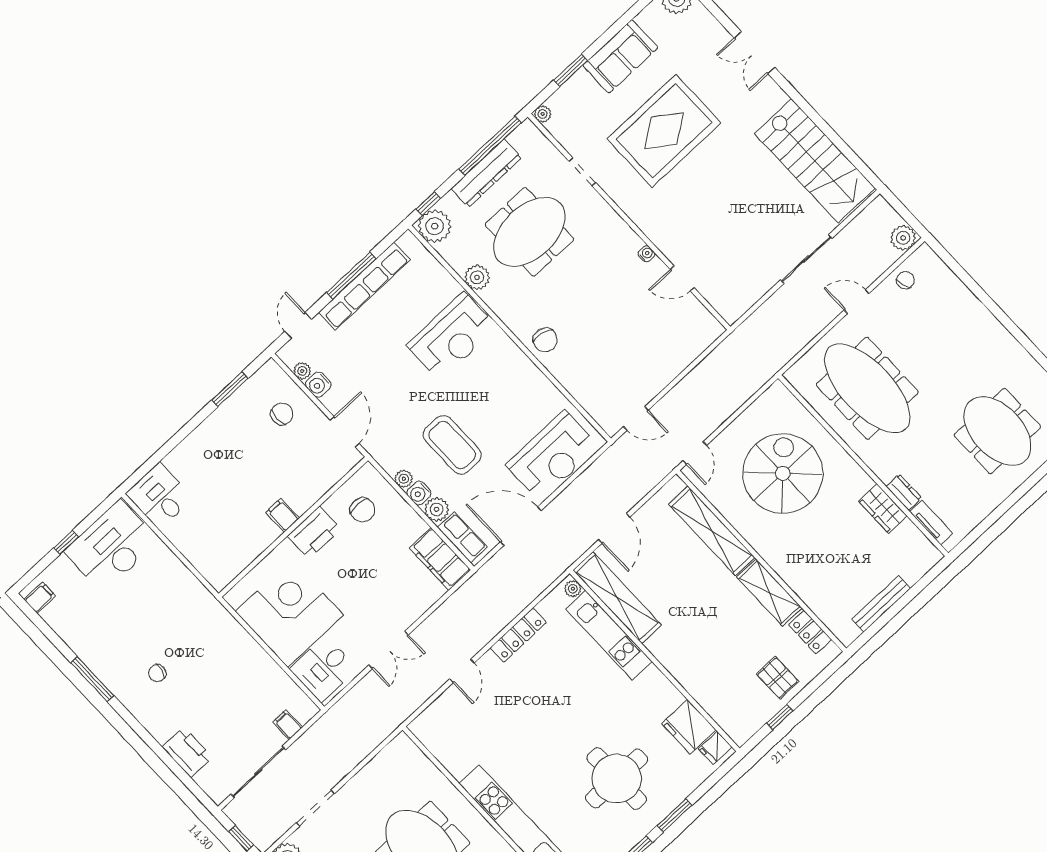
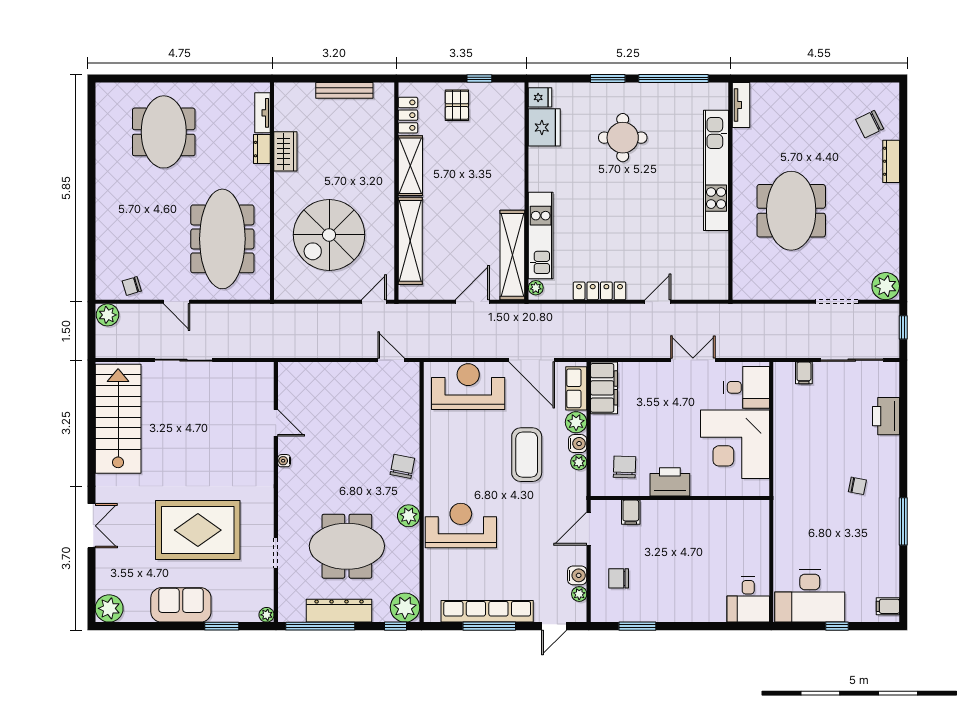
plant: (477, 277) -> (409, 516), moved
filing cabinet: (283, 515) -> (631, 512), moved
round table: (617, 779) -> (623, 138), width x0.73, depth x0.73

